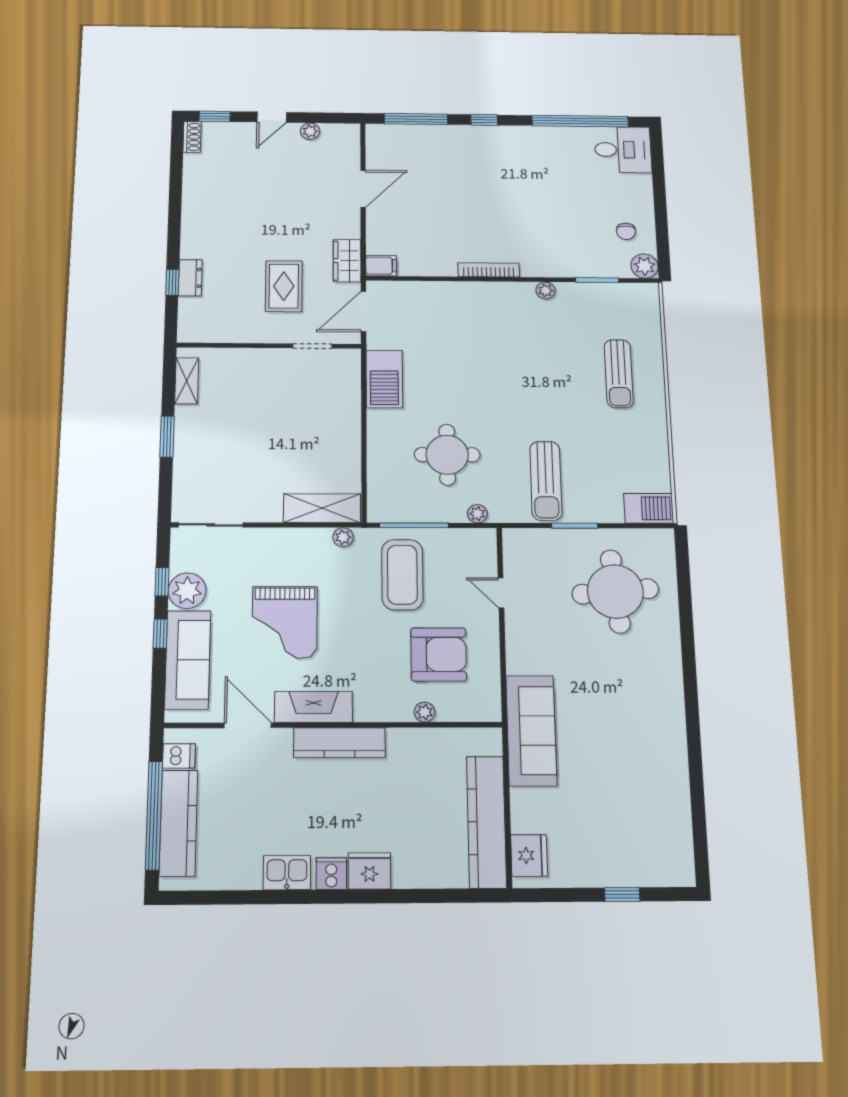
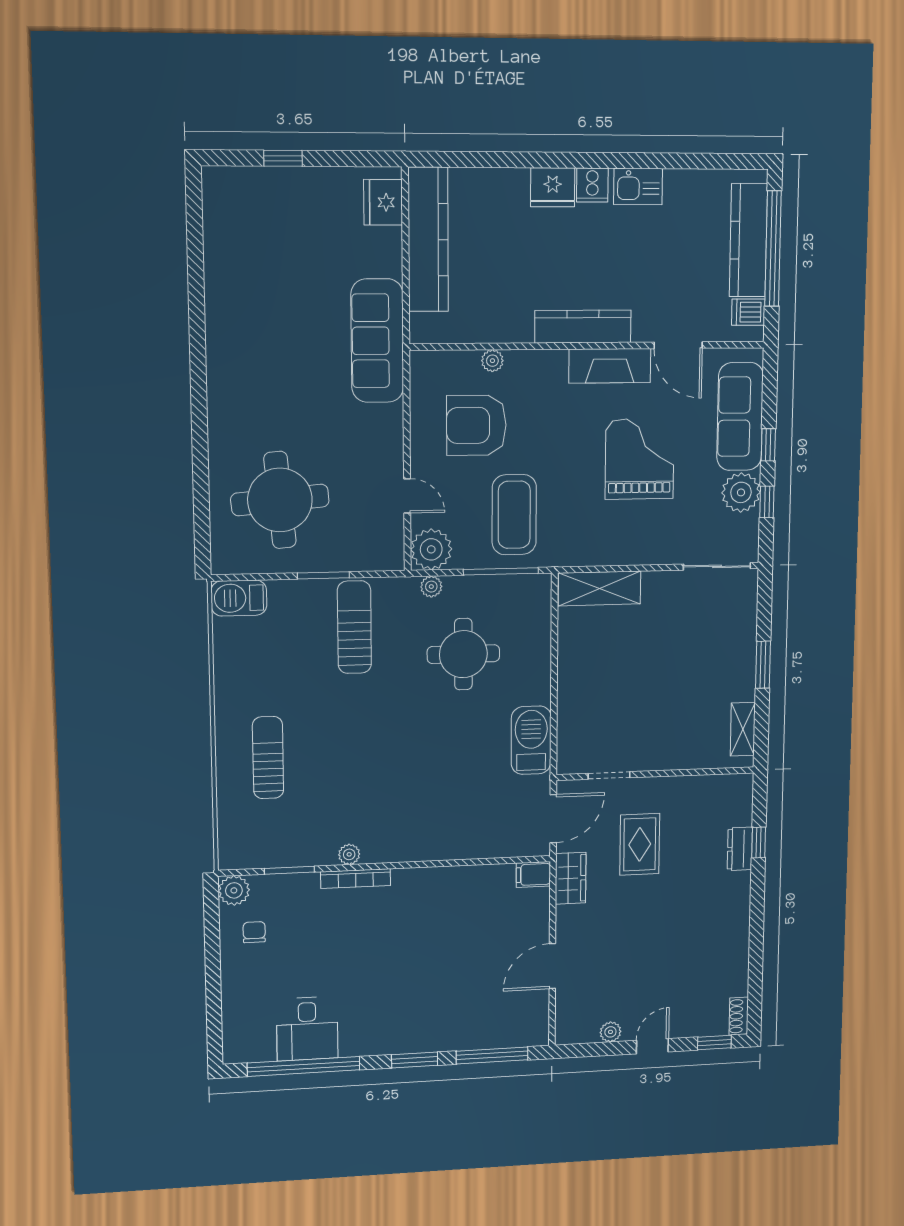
window: (484, 120) -> (415, 1060), width x1.50
desk: (623, 150) -> (307, 1029), moved, turned -90
bookcase: (489, 270) -> (356, 879), moved
plant: (343, 537) -> (431, 549), moved, width x1.88, depth x1.88

